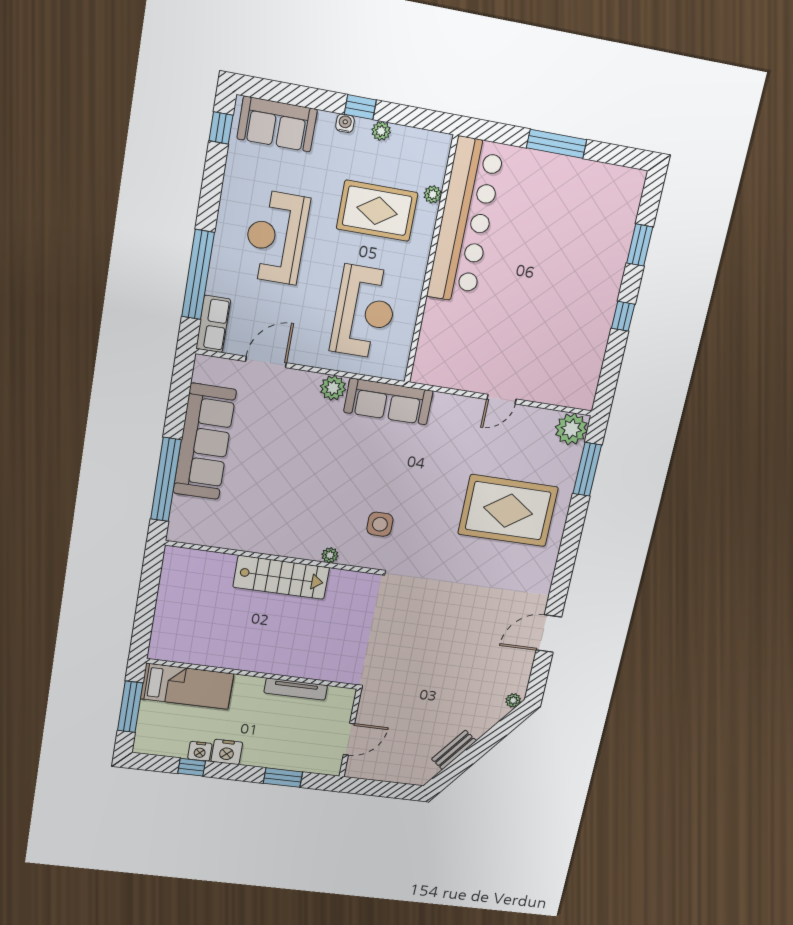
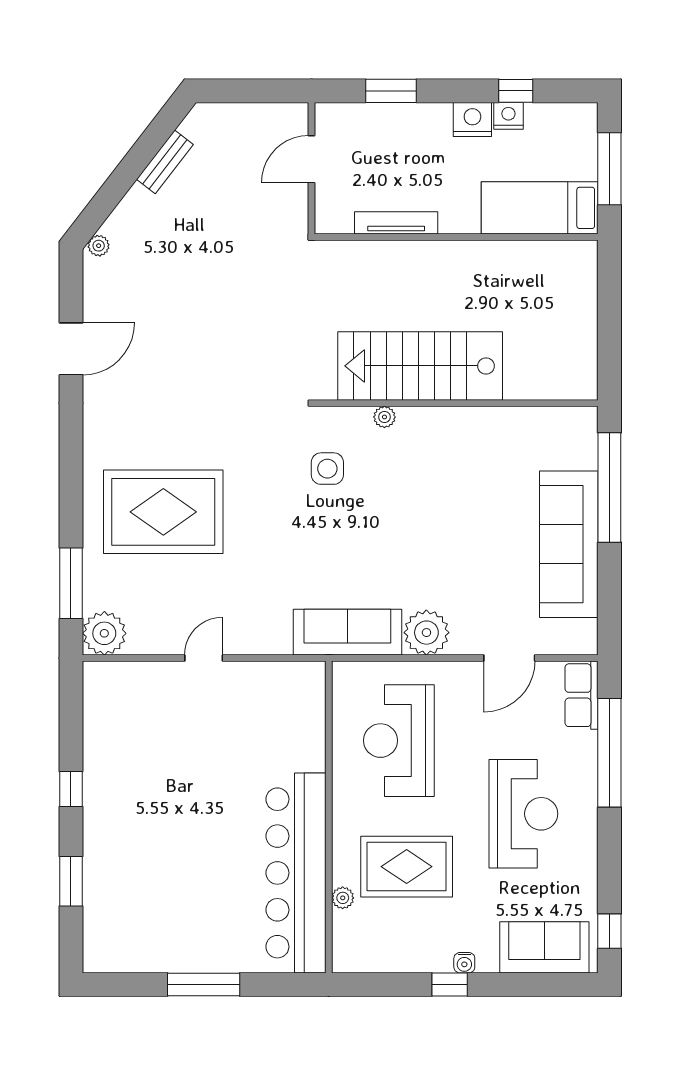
plant: (381, 131) -> (420, 961), removed
plant: (333, 388) -> (426, 633), width x1.36, depth x1.36
stairs: (281, 577) -> (420, 366), width x1.36, depth x1.51

